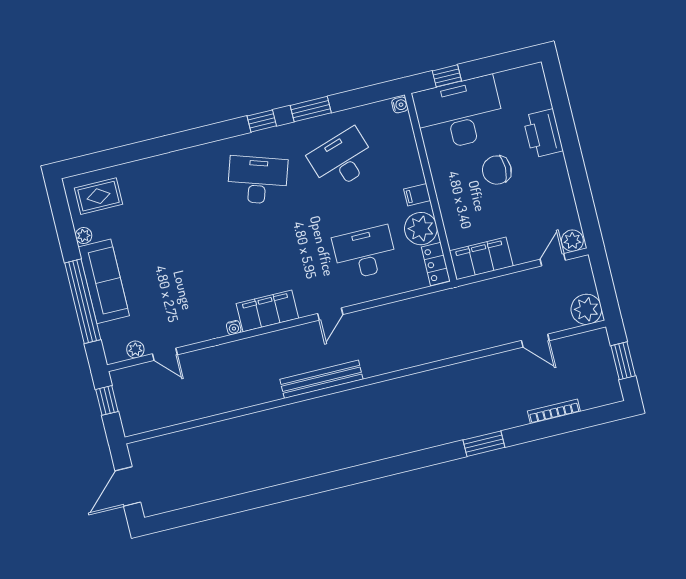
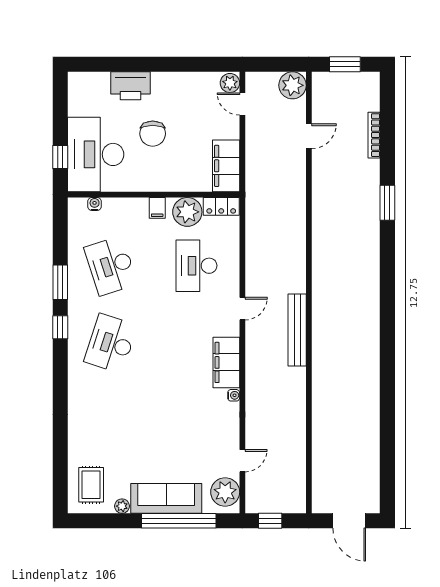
water cooler: (400, 105) -> (95, 204), moved
door: (330, 314) -> (242, 309), hinge flipped
plant: (135, 349) -> (225, 492), width x1.88, depth x1.88

